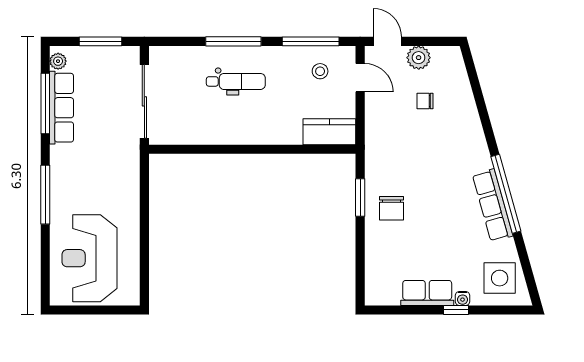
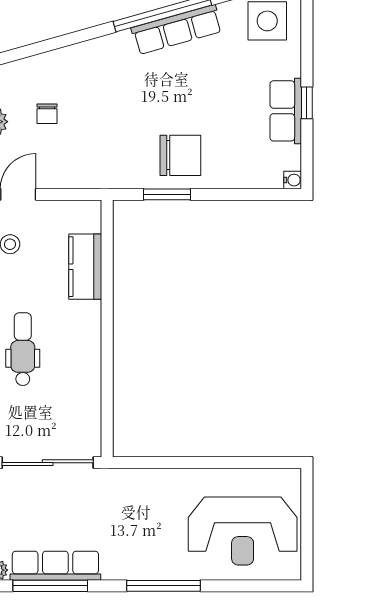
kitchen counter: (329, 132) -> (85, 267), moved
chair: (392, 208) -> (180, 155), width x1.37, depth x1.37
water cooler: (463, 298) -> (293, 180), moved
window: (456, 310) -> (307, 103), moved

